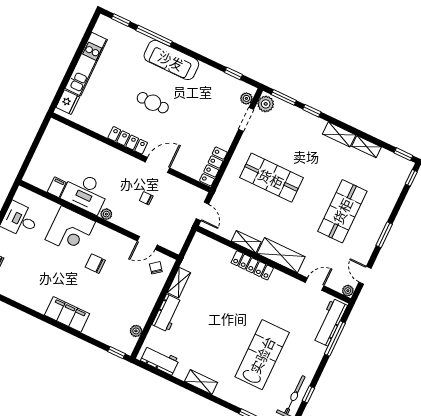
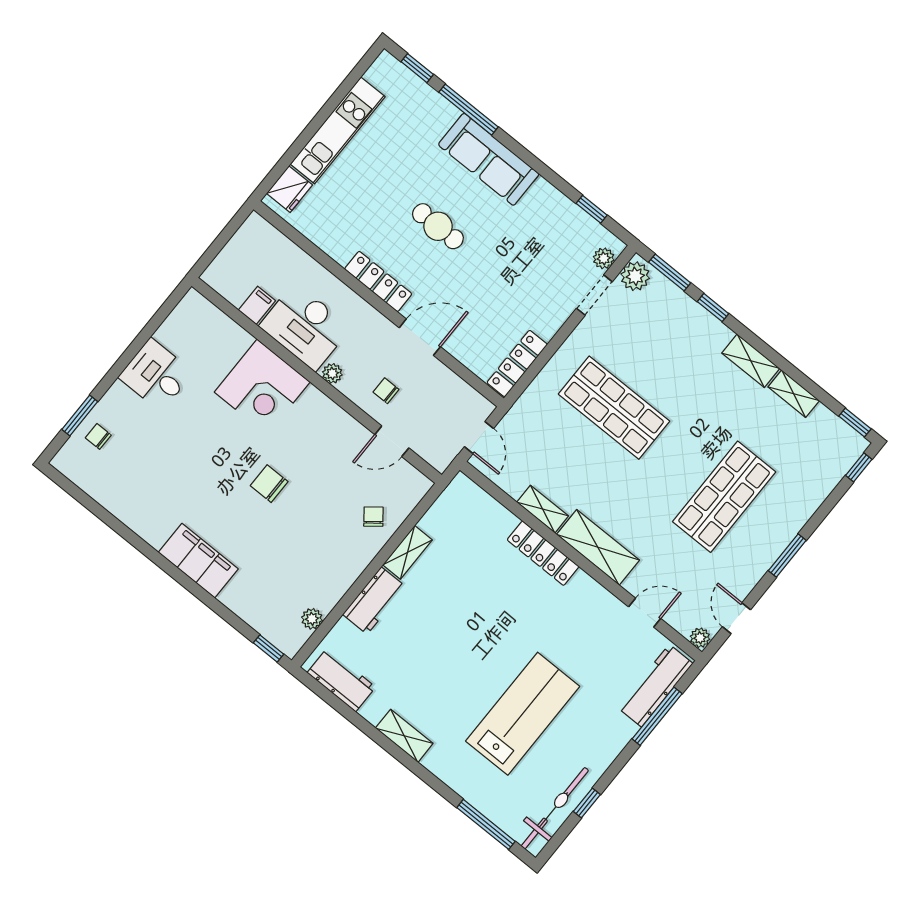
filing cabinet: (57, 187) -> (257, 305), moved
desk: (85, 192) -> (305, 327), moved
plant: (106, 214) -> (332, 373), moved
wall: (99, 220) -> (317, 380), moved
corner desk: (70, 231) -> (262, 387), moved
door: (147, 243) -> (392, 441), moved

